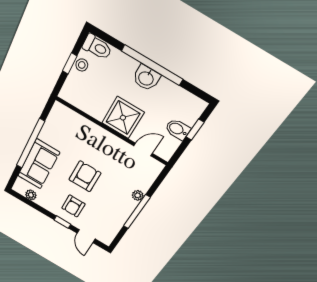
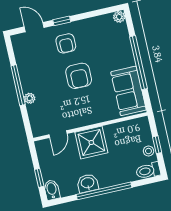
washbasin: (146, 78) -> (88, 183), moved
bidet: (178, 129) -> (52, 190), moved, turned -90
sofa: (39, 164) -> (128, 91), moved
plant: (31, 195) -> (119, 17), moved
armchair: (73, 206) -> (66, 43), turned 180

